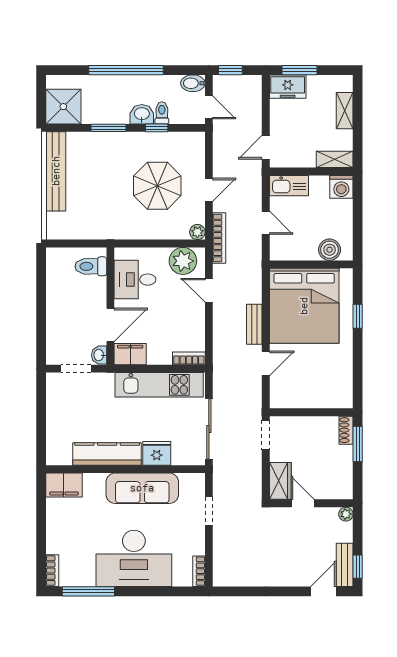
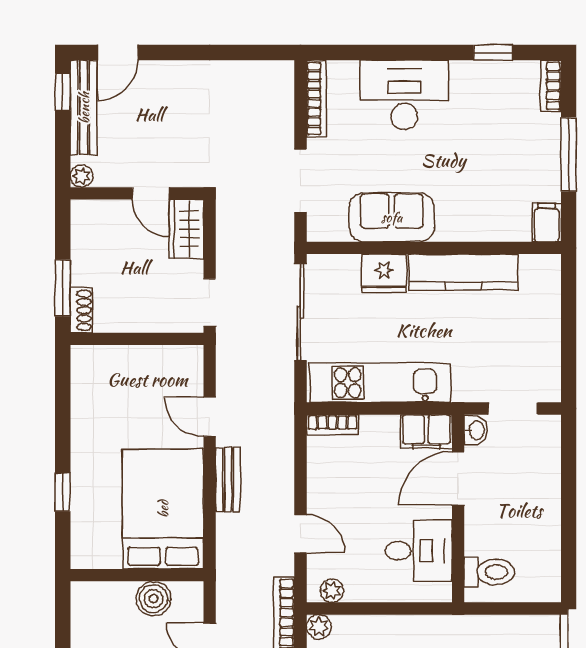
boiler: (330, 250) -> (154, 599), moved
plant: (183, 261) -> (332, 591), width x0.53, depth x0.53
bed: (304, 306) -> (163, 509), width x0.73
door: (266, 363) -> (210, 417), hinge flipped
filing cabinet: (64, 485) -> (547, 223), width x0.50
sofa: (142, 488) -> (392, 217), width x0.73
doorway: (209, 511) -> (301, 181), width x1.38
window: (41, 528) -> (569, 154), added
desk: (134, 558) -> (404, 95), width x0.73, depth x0.77
bench: (345, 565) -> (84, 108), width x1.36
bookcase: (199, 571) -> (316, 99), width x1.56
window: (88, 591) -> (493, 53), width x0.46

